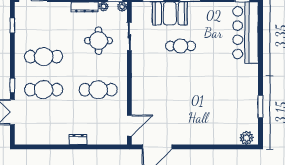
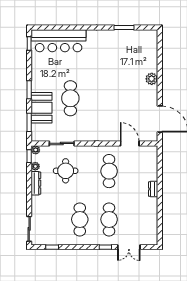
cafe table: (181, 46) -> (70, 98), width x1.37, depth x1.35
door: (129, 126) -> (130, 143), moved
plant: (247, 138) -> (152, 79), moved

